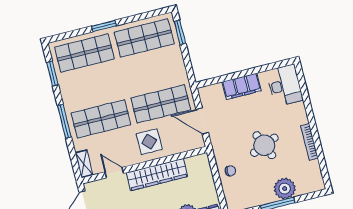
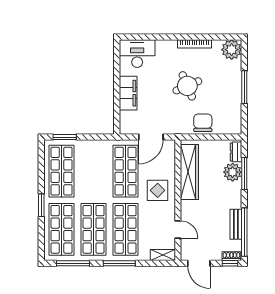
window: (52, 74) -> (73, 263), width x1.44
shop shelf: (93, 86) -> (94, 229), added
chair: (230, 171) -> (203, 123), width x1.87, depth x1.87
door: (114, 173) -> (178, 229), swing flipped
wardrobe: (157, 175) -> (189, 172), moved
plant: (285, 189) -> (232, 50), moved

